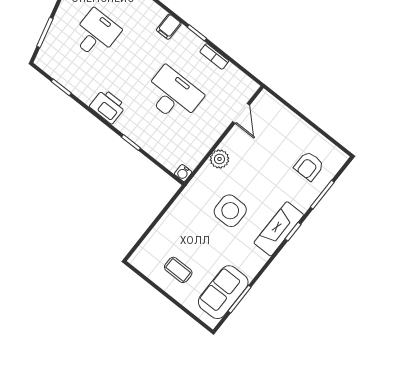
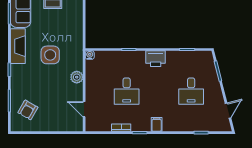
desk: (173, 95) -> (127, 91), width x0.73
armchair: (309, 166) -> (28, 110), turned -150
fireplace: (279, 229) -> (18, 46), moved

